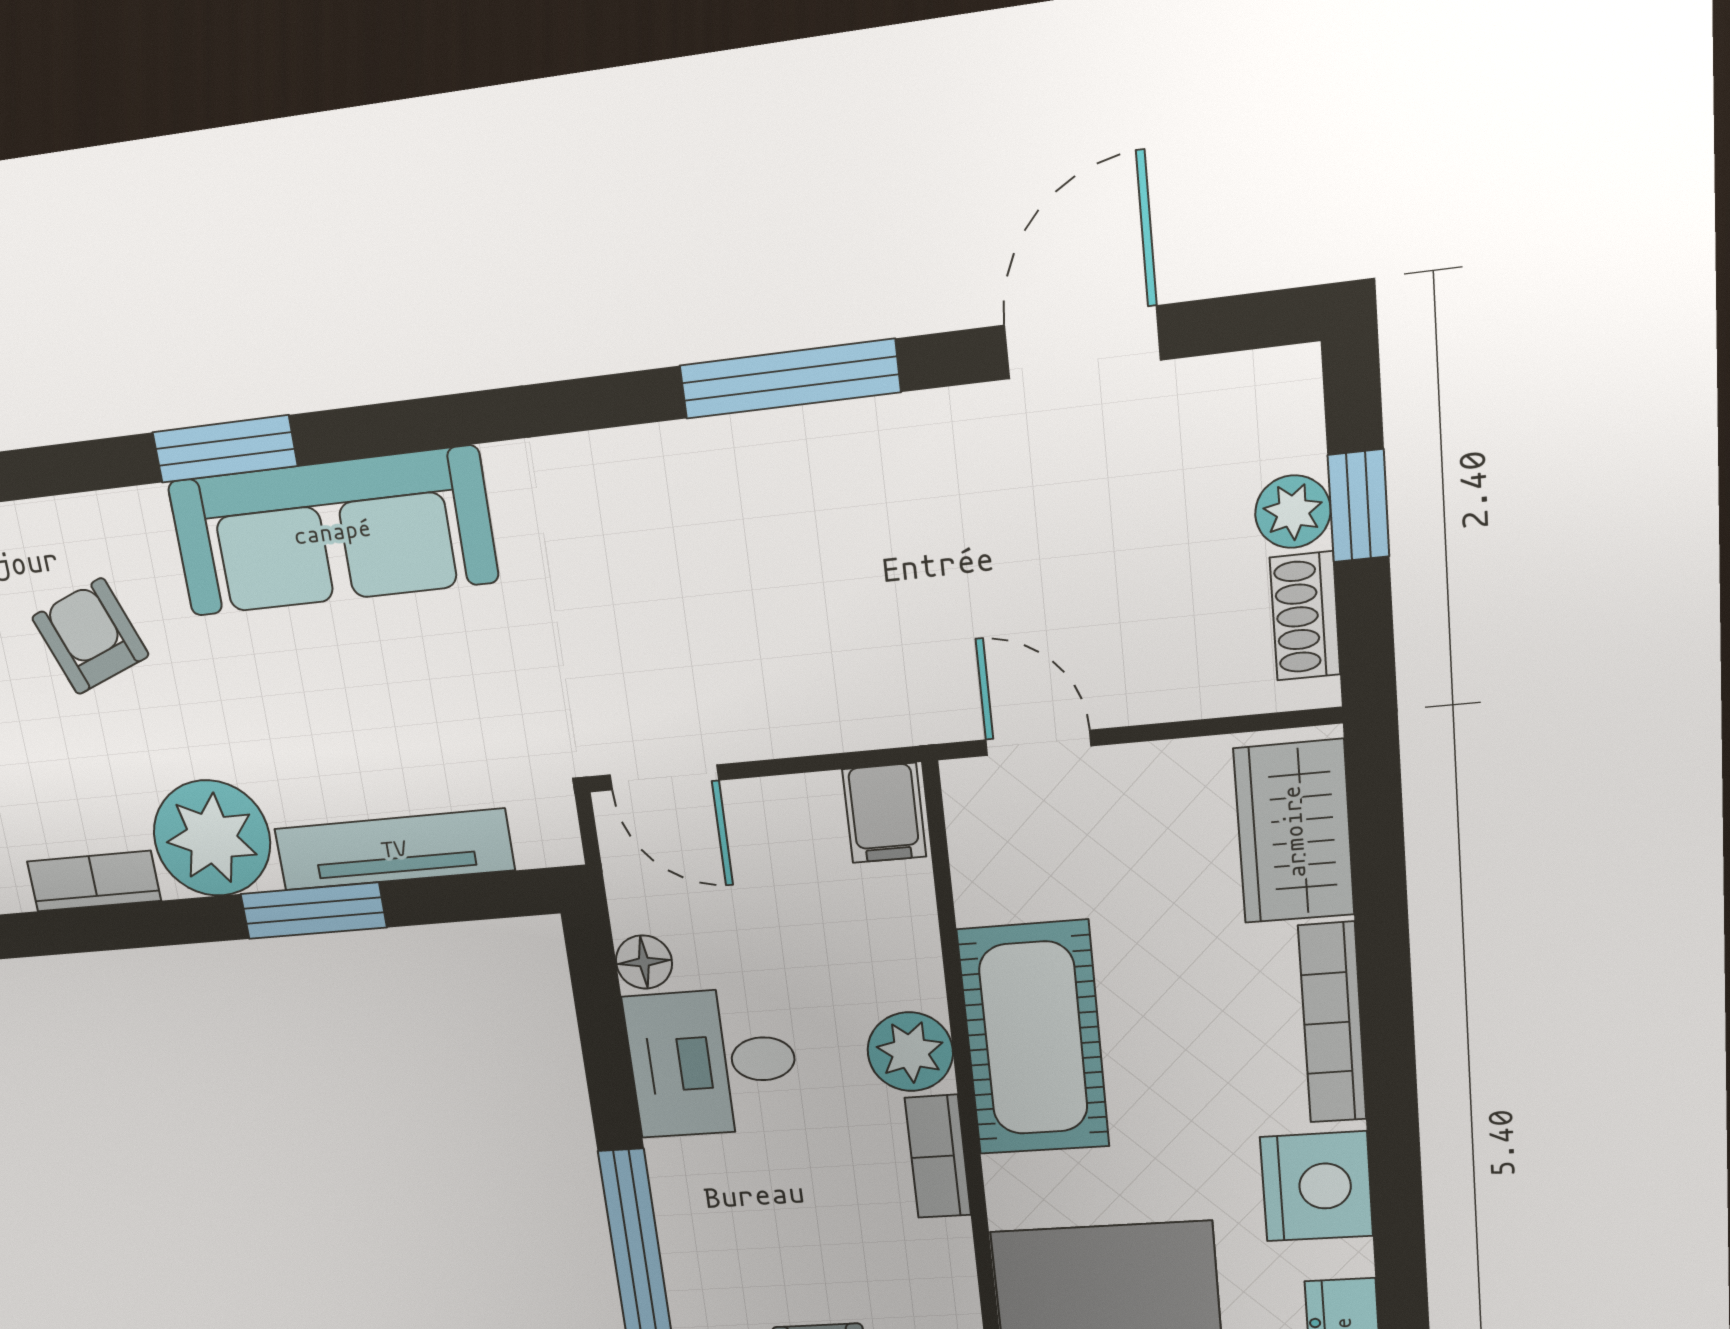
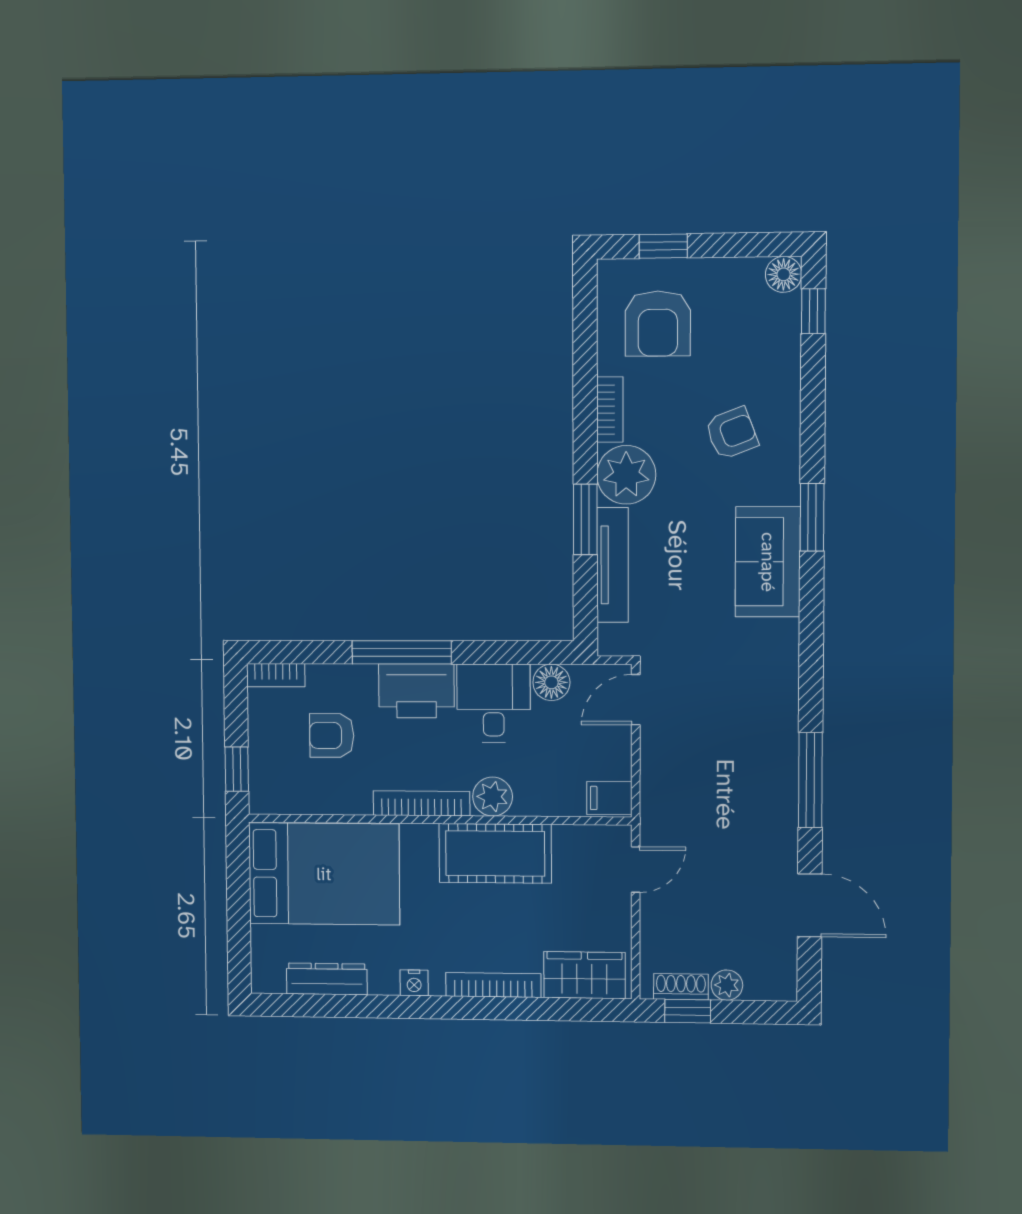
window: (1359, 506) -> (688, 1011), moved
sofa: (332, 532) -> (768, 562), width x0.73
floor lamp: (644, 962) -> (551, 682), width x1.37, depth x1.37
bookcase: (938, 1157) -> (422, 803), width x1.56
nightstand: (1317, 1186) -> (414, 983), width x0.53, depth x0.56
printer: (709, 1212) -> (416, 691), added

